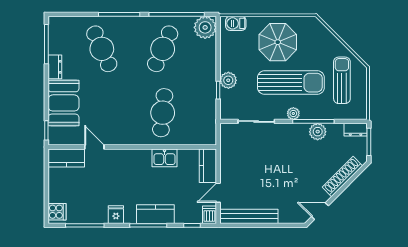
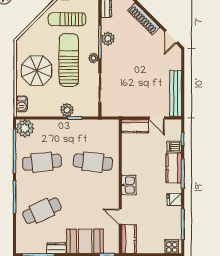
cafe table: (163, 49) -> (42, 162), turned -30
door: (94, 147) -> (120, 217), hinge flipped
kitchen sink: (165, 158) -> (129, 185), moved
dishwasher: (209, 215) -> (174, 147), moved

